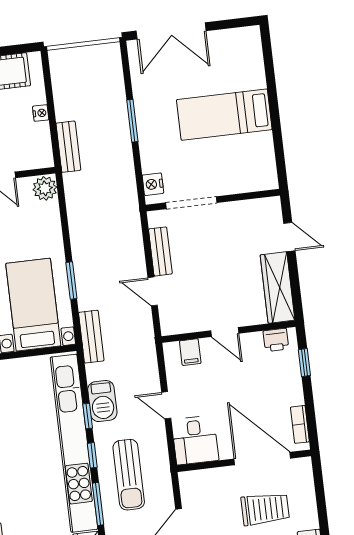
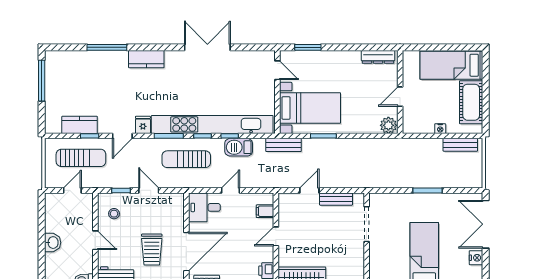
bench: (68, 147) -> (460, 145), moved
nightstand: (153, 184) -> (476, 258), moved, turned 90

